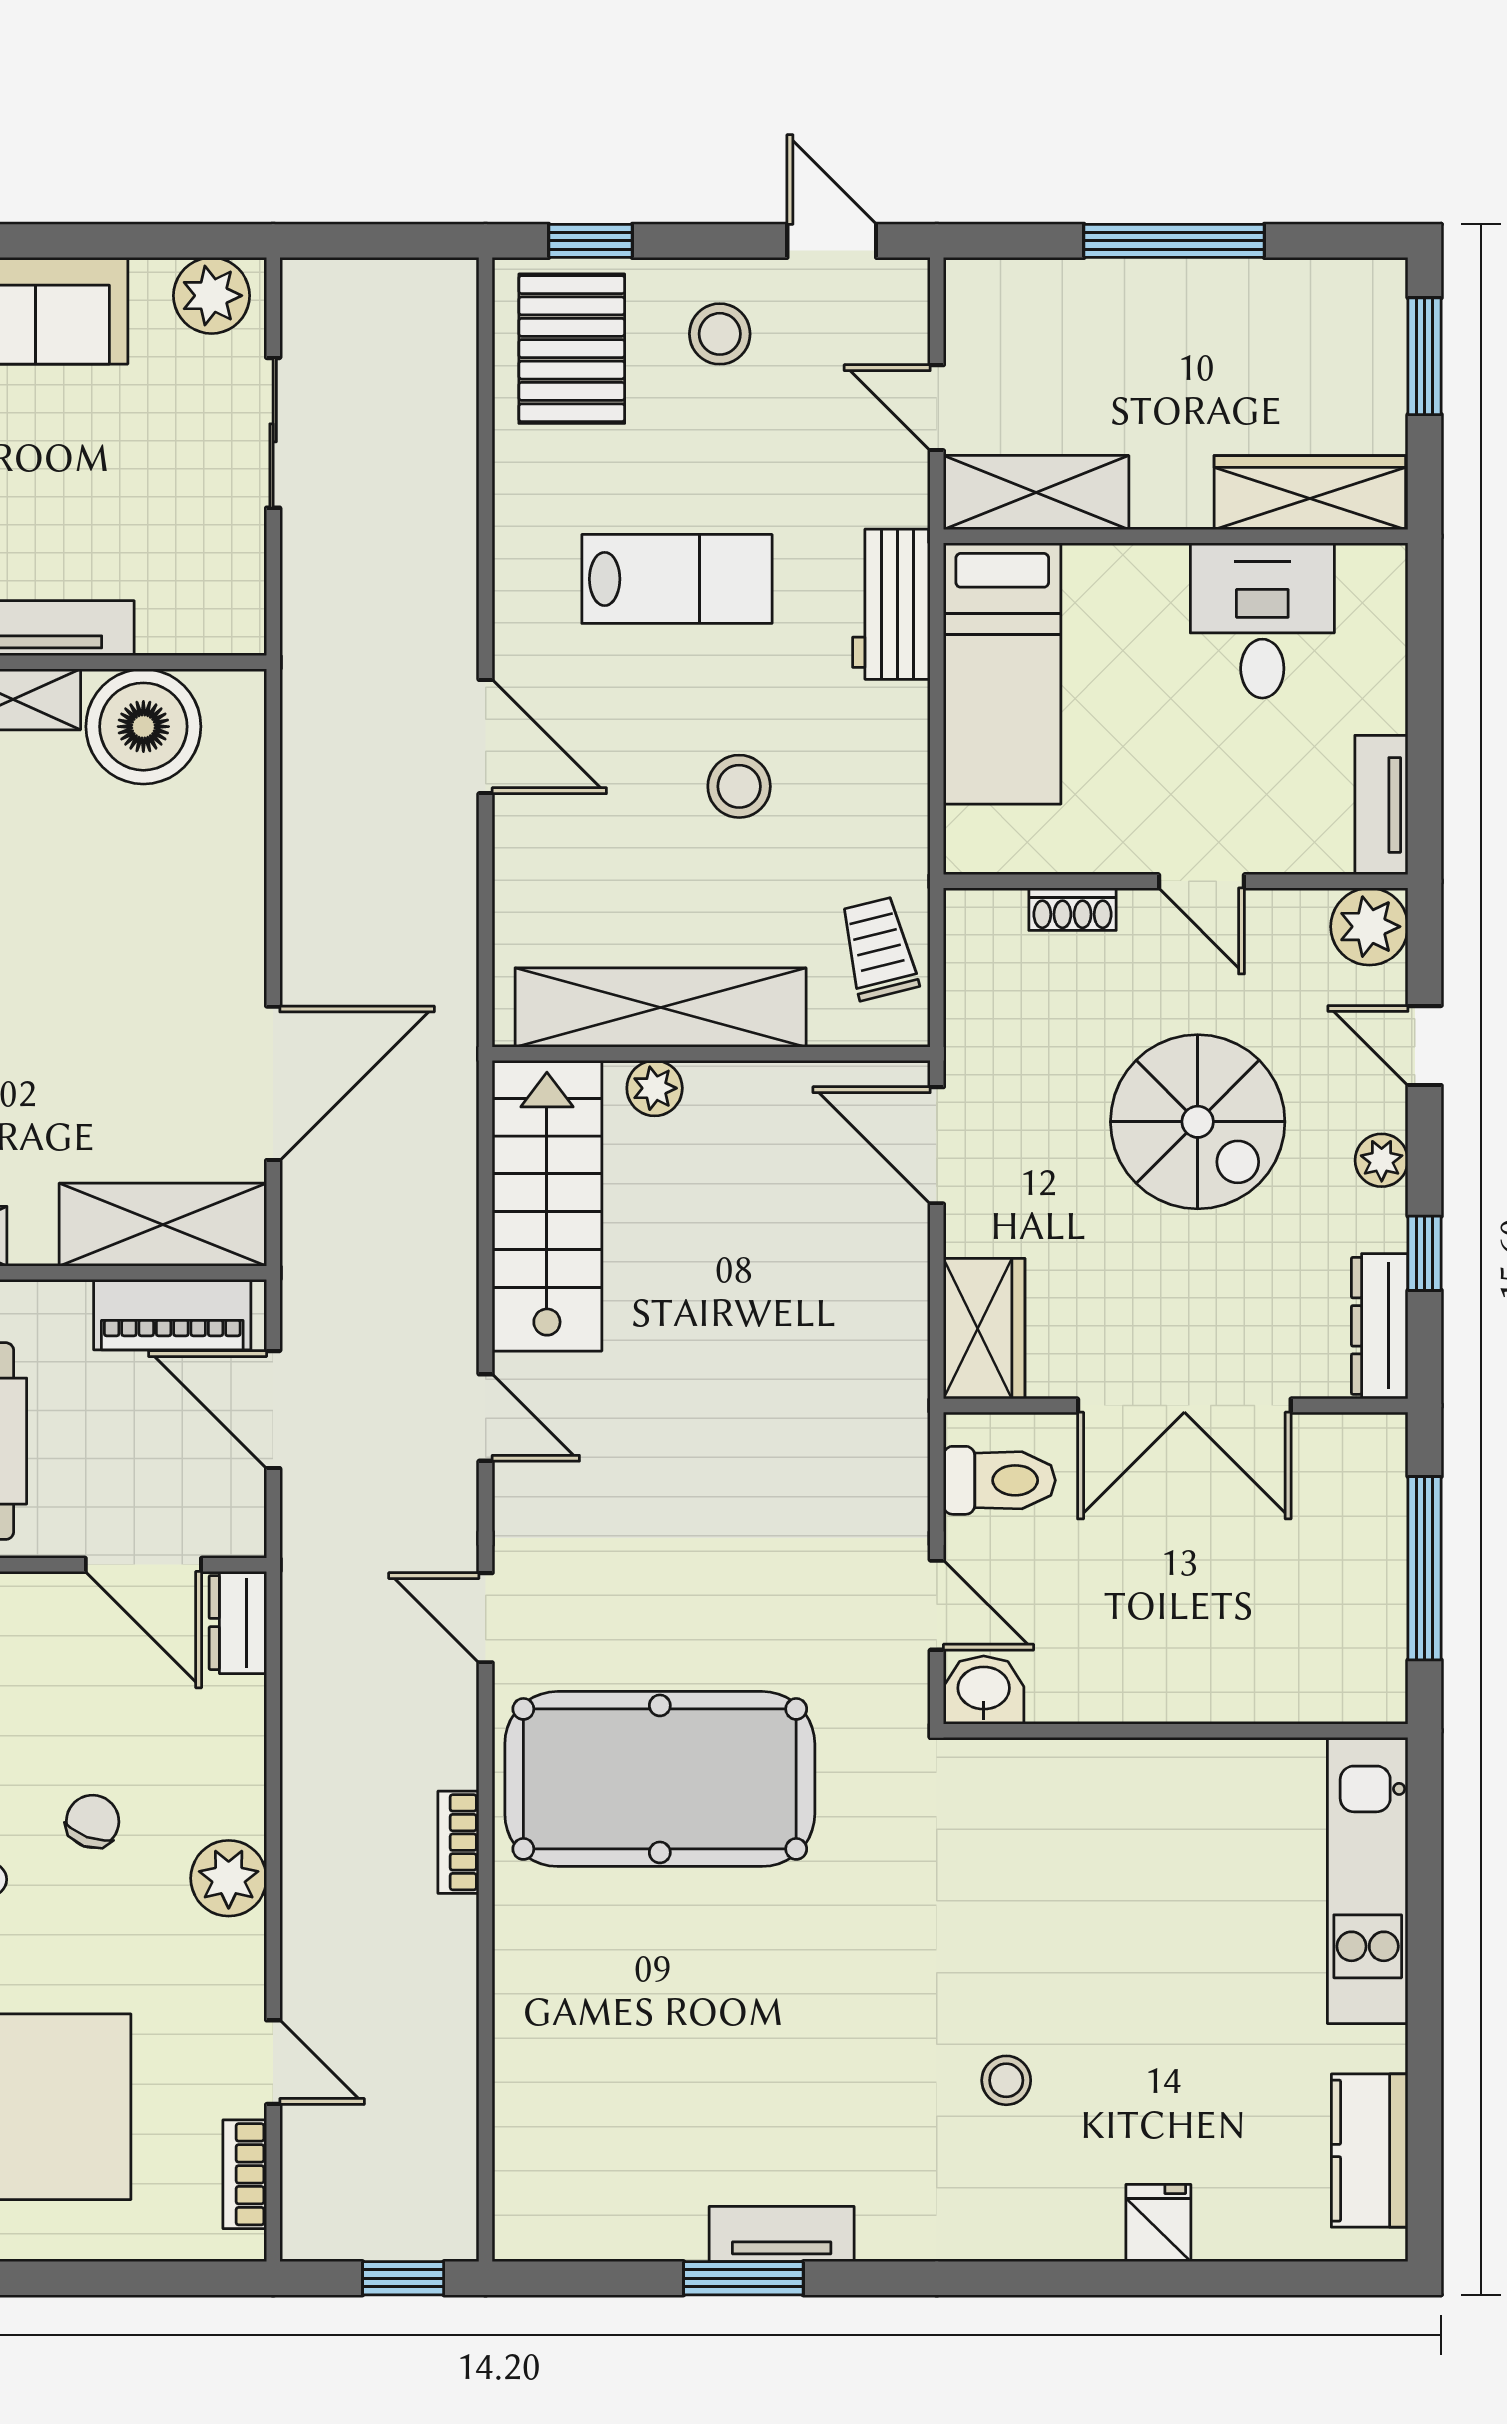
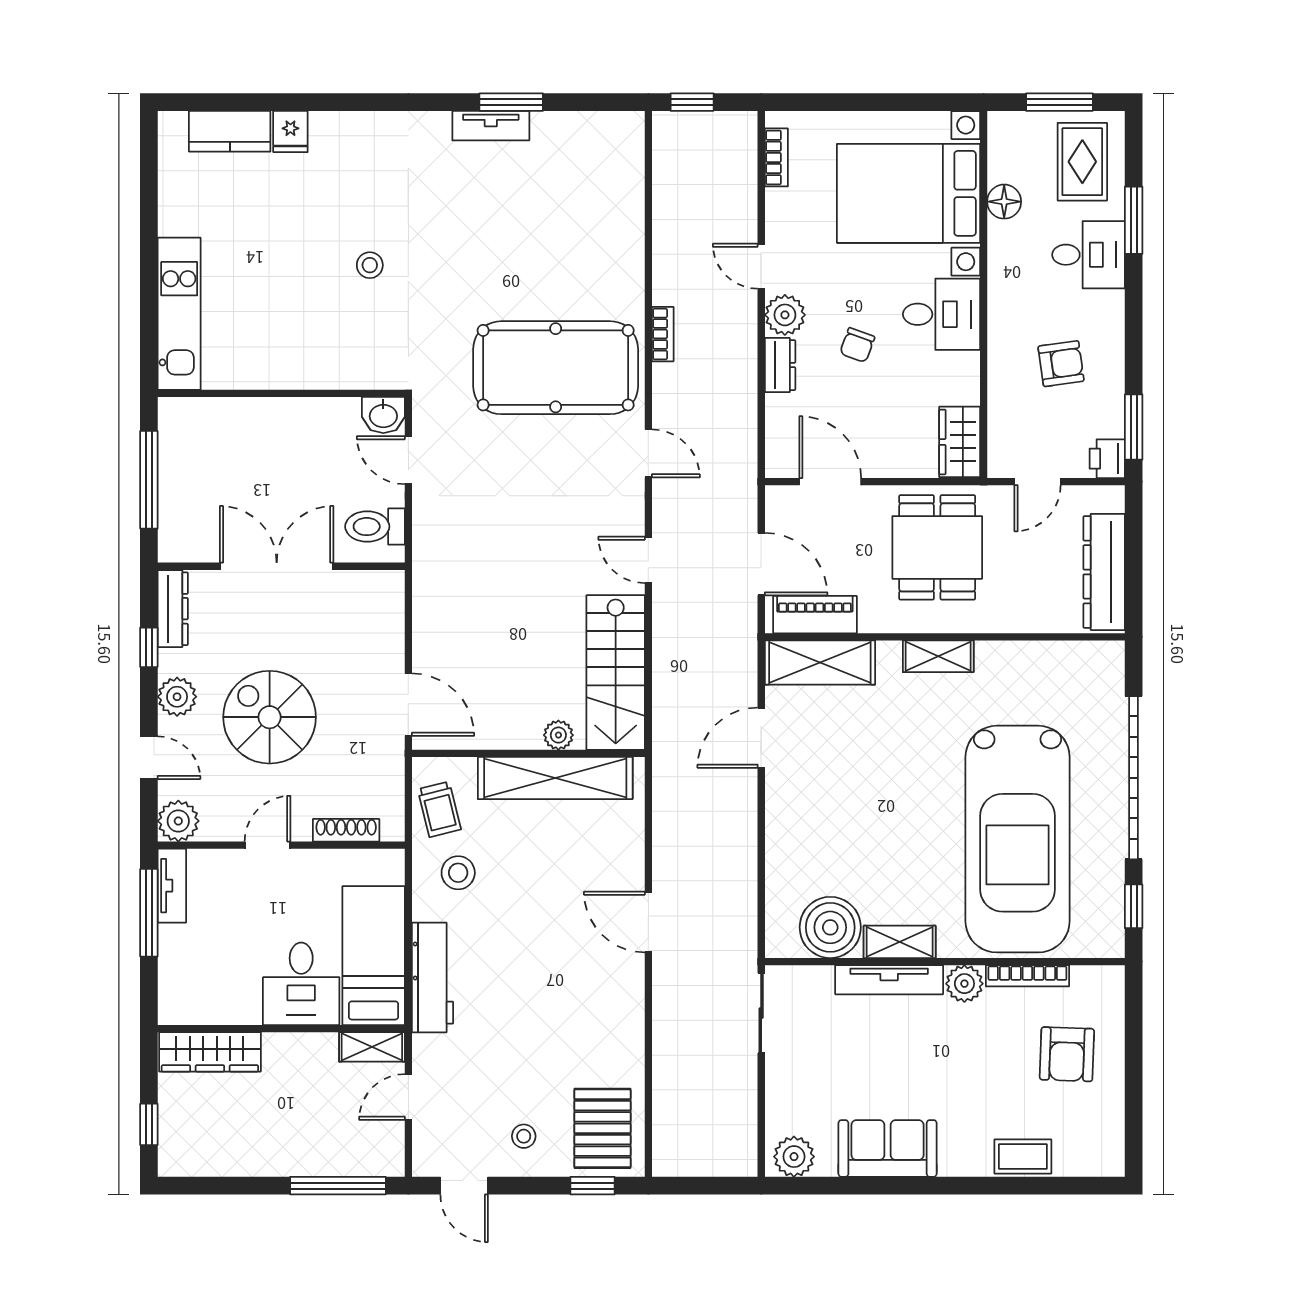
window: (1174, 241) -> (338, 1186), moved
stool: (720, 334) -> (524, 1136), width x0.73, depth x0.73
window: (1425, 356) -> (149, 1124), width x0.67
door: (937, 408) -> (408, 1097), swing flipped
sliding door: (273, 433) -> (761, 1013), moved
shelving: (1036, 492) -> (372, 1047), width x0.67, depth x0.75
lab bench: (677, 579) -> (547, 1006), removed
workbench: (891, 604) -> (432, 977), width x1.37
desk: (1262, 620) -> (301, 984), moved
window: (1425, 754) -> (149, 913), added
stool: (739, 786) -> (458, 873), moved
door: (1201, 881) -> (268, 845), hinge flipped
shoe rack: (1073, 909) -> (346, 830), width x1.43
door: (273, 1083) -> (761, 738), width x0.73
plant: (1382, 1160) -> (177, 697), width x1.38, depth x1.38
wardrobe: (984, 1329) -> (383, 607), removed
dresser: (238, 1623) -> (780, 365), moved
door: (273, 2062) -> (761, 266), moved
stool: (1006, 2080) -> (370, 265), moved
kitchen counter: (1370, 2151) -> (230, 131), moved, turned 90

